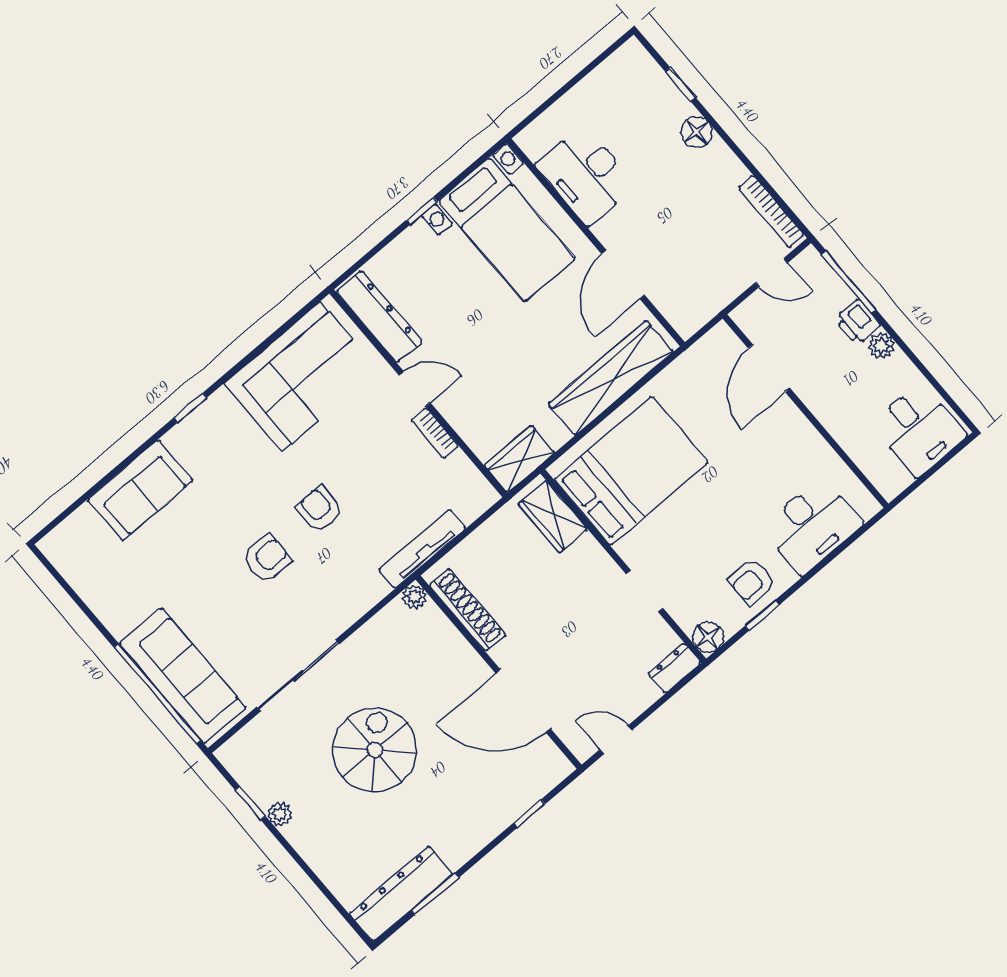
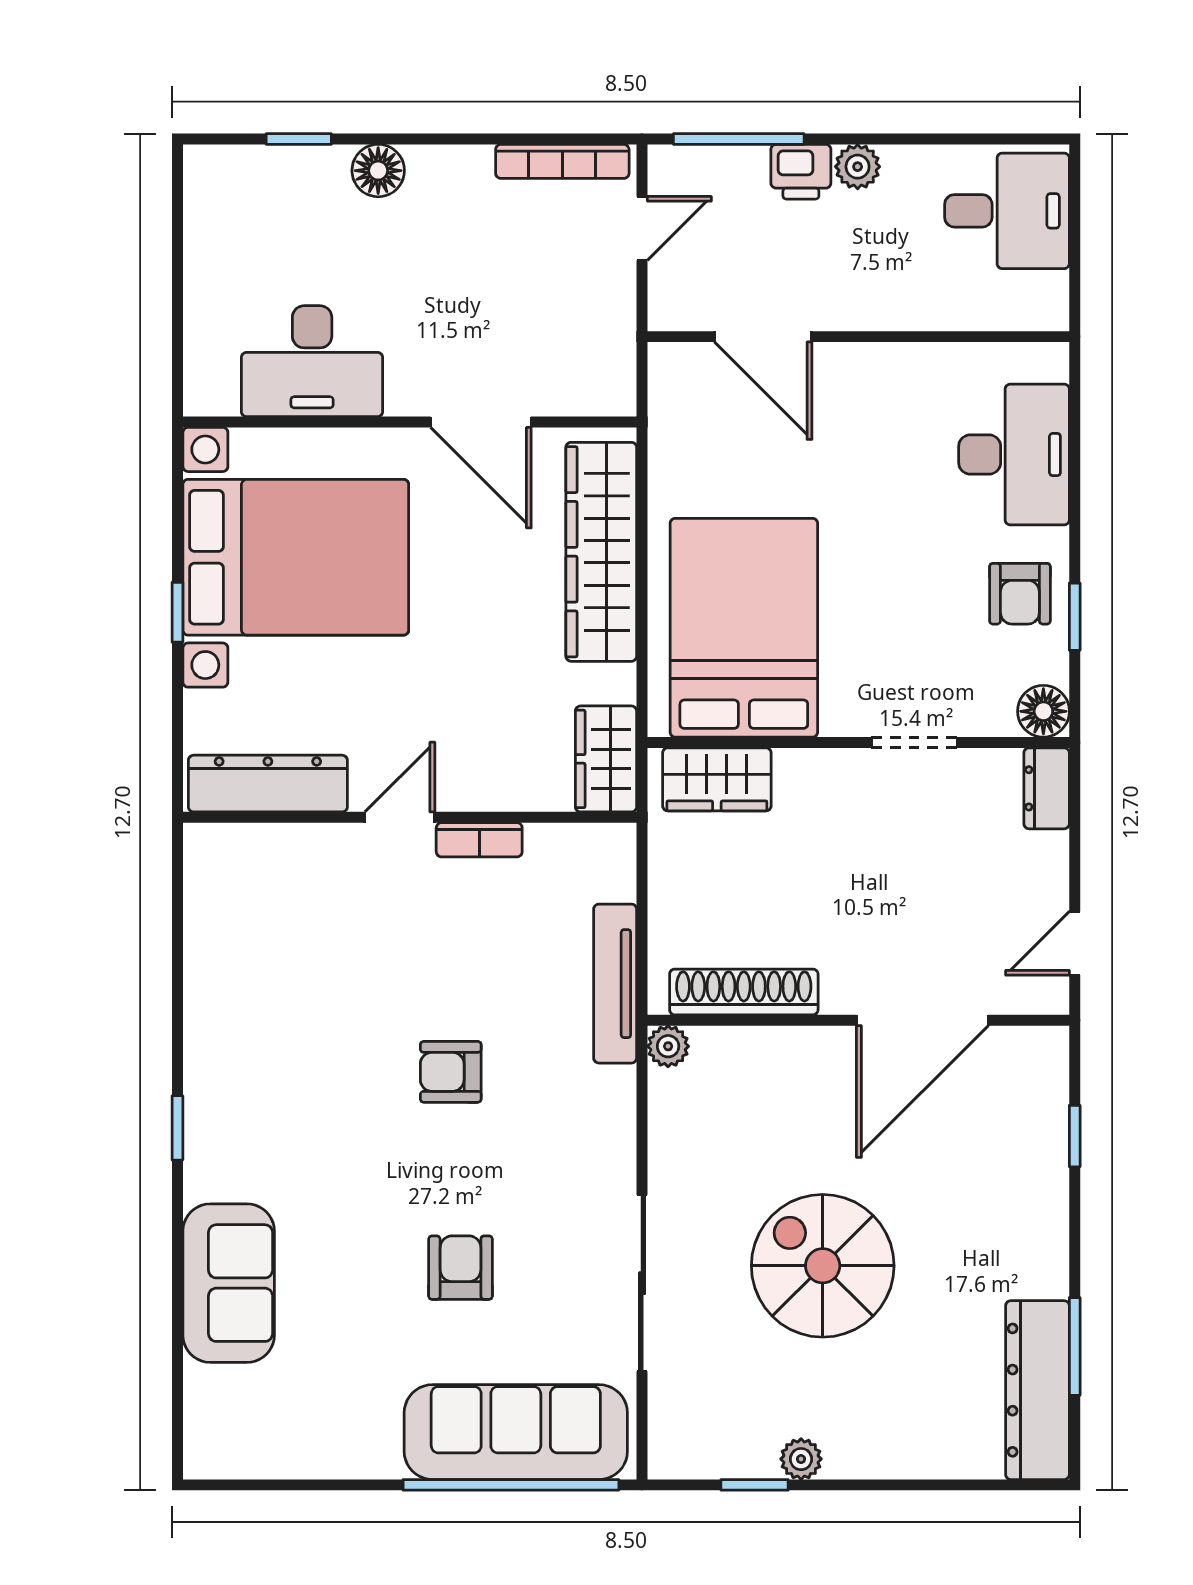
bed with nightstands: (507, 230) -> (296, 557), width x1.36
corner sofa: (301, 377) -> (259, 950), removed
armchair: (267, 558) -> (460, 1268), moved

